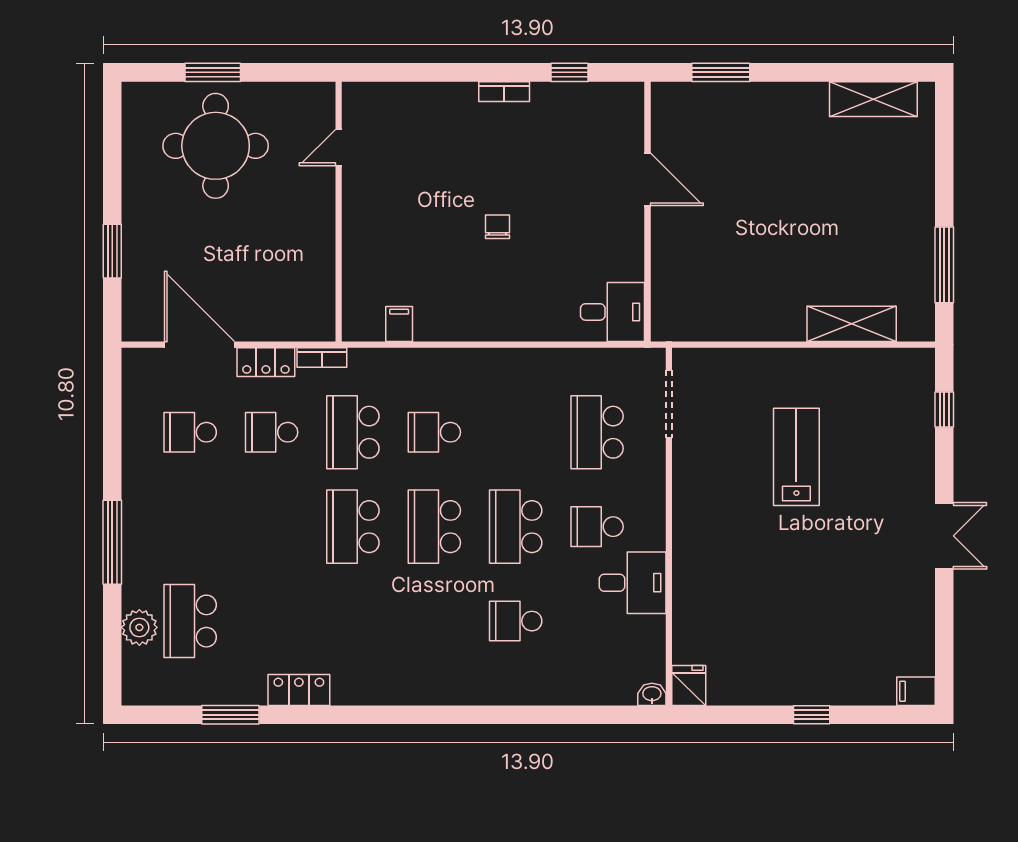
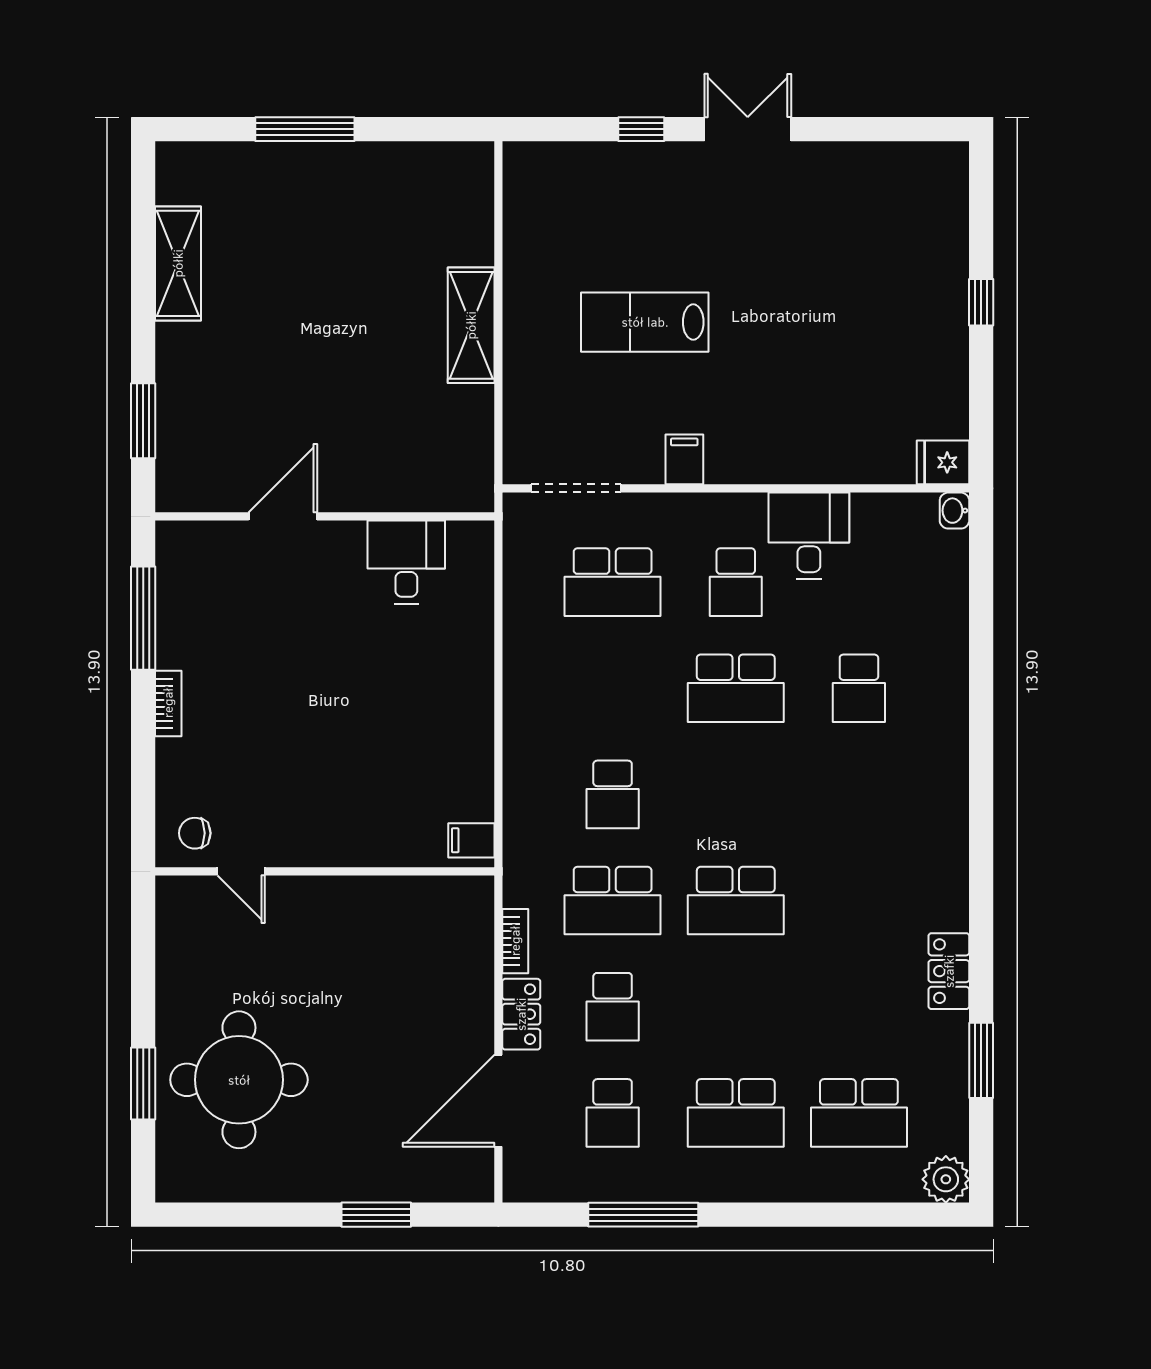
window: (570, 72) -> (143, 618), width x2.17
shelving: (873, 99) -> (178, 263), moved
door: (339, 147) -> (241, 871), moved
wall: (339, 212) -> (325, 871), moved
chair: (497, 227) -> (195, 833), moved
window: (944, 265) -> (305, 129), moved
desk: (613, 312) -> (406, 562), moved
shelving: (852, 324) -> (471, 325), moved
window: (944, 409) -> (641, 129), moved
school desk: (434, 527) -> (736, 1113), moved
window: (112, 542) -> (643, 1215), moved
plant: (139, 627) -> (946, 1179), moved
filing cabinet: (916, 691) -> (684, 459), moved, turned 180

